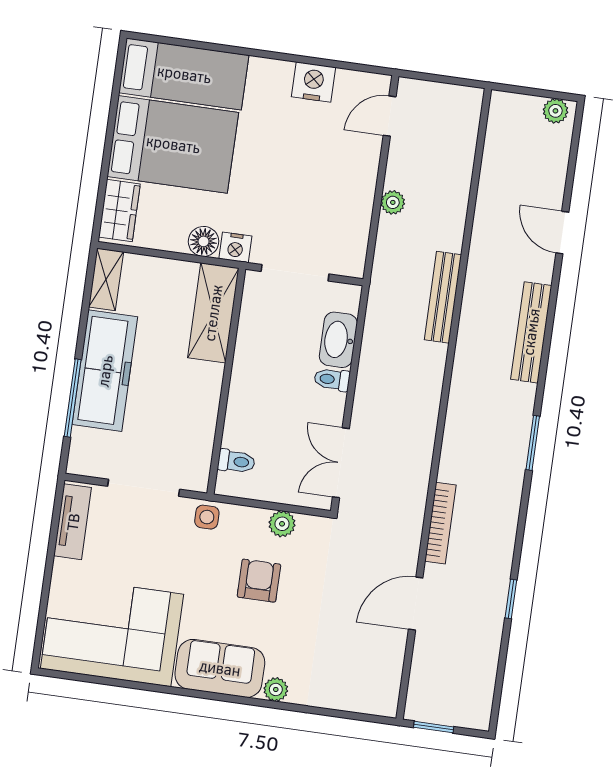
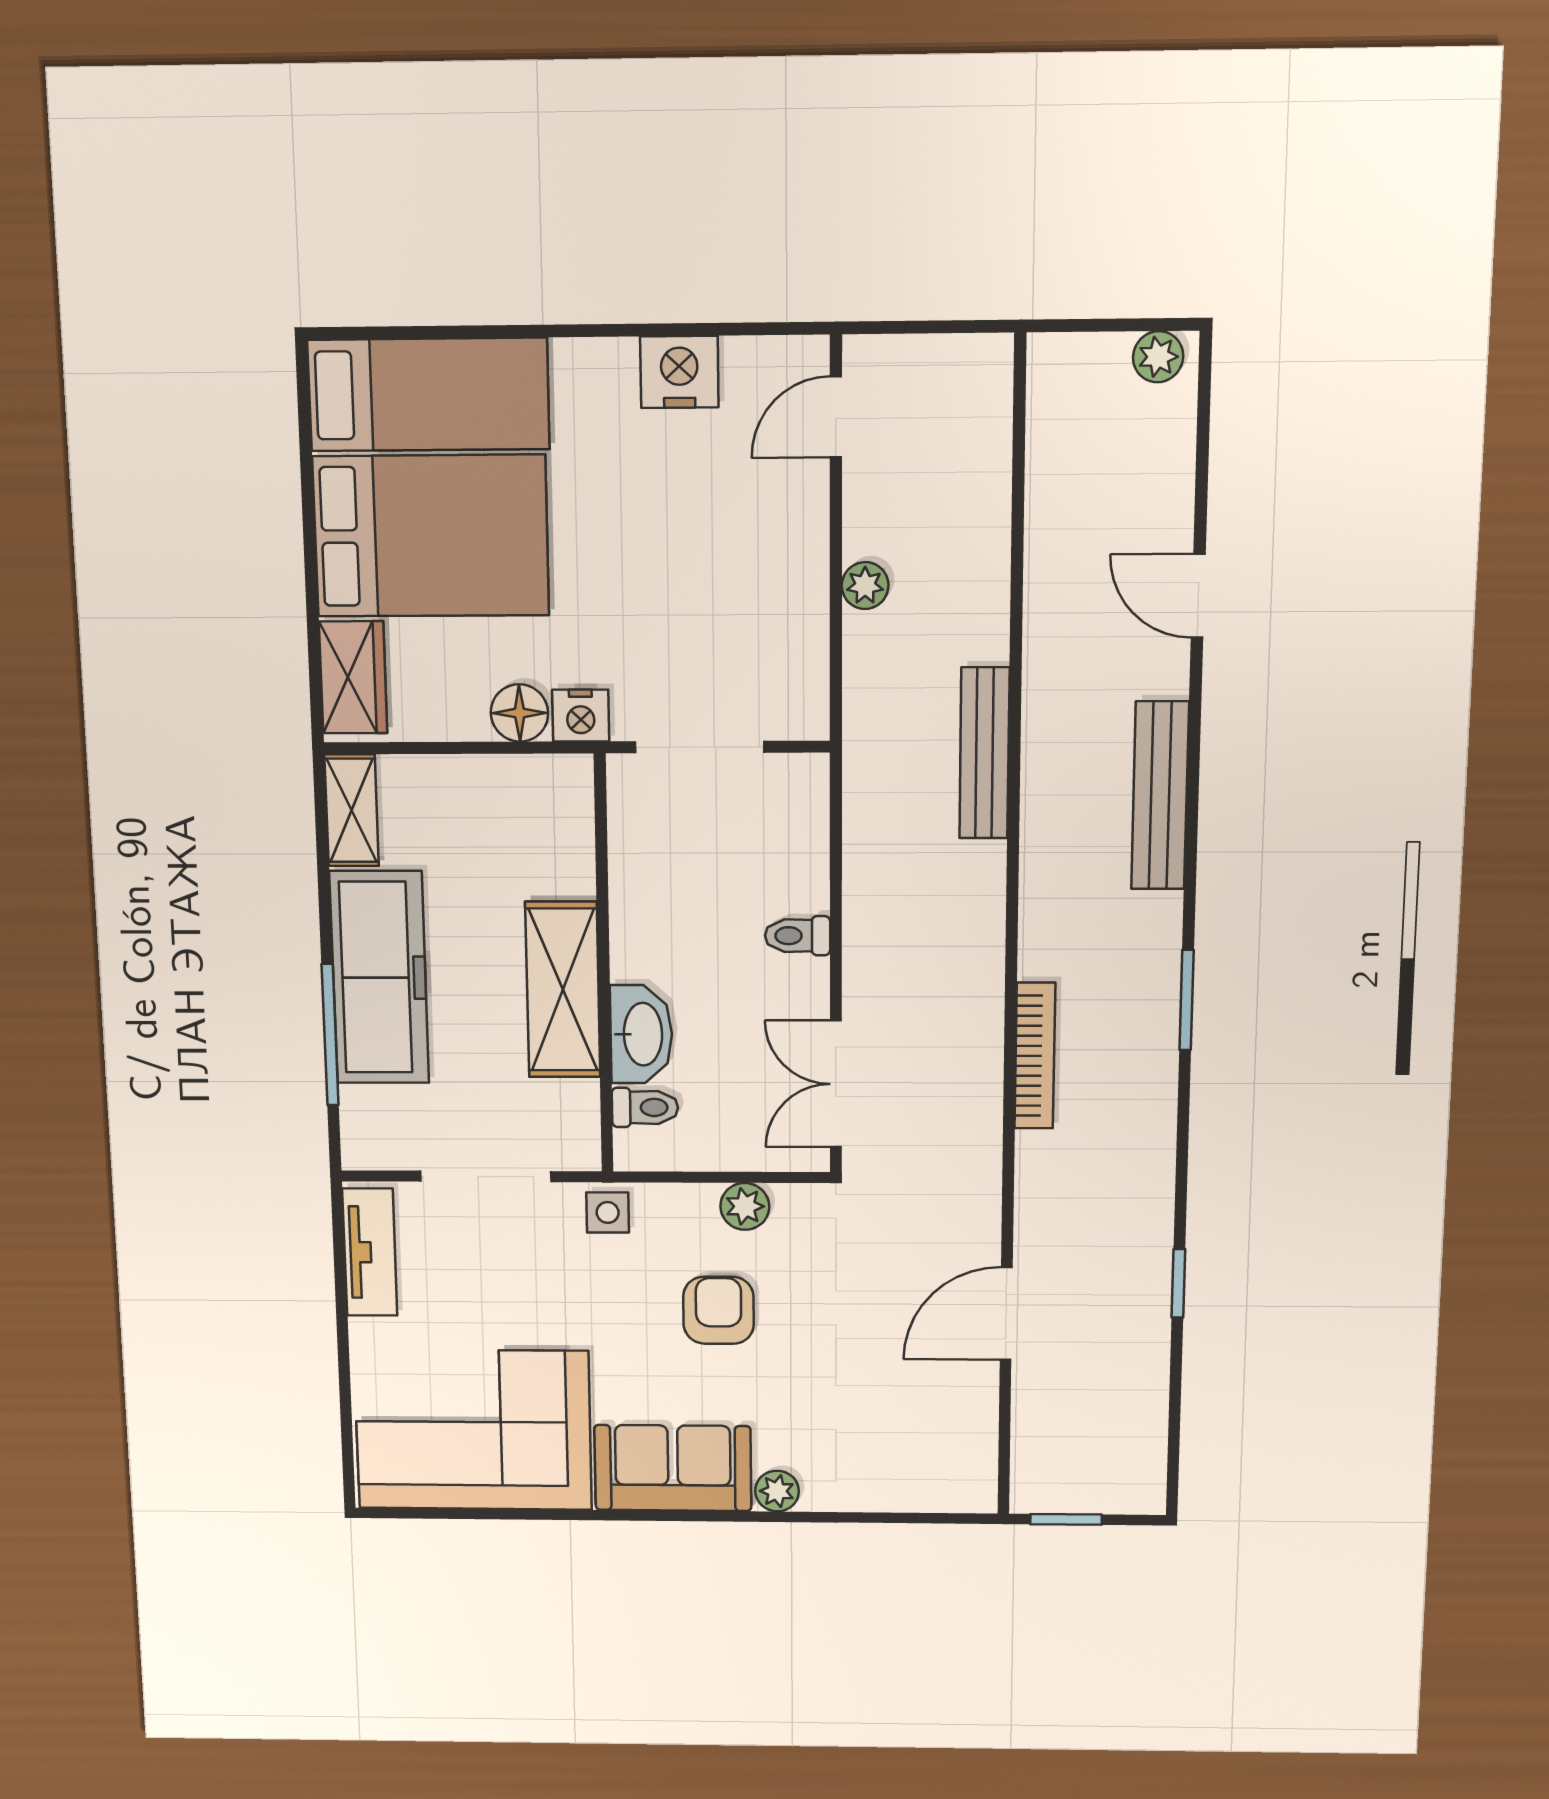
shelving: (213, 313) -> (563, 990), moved
washbasin: (338, 340) -> (641, 1034), moved, turned 180
bookcase: (440, 523) -> (1035, 1056), moved

